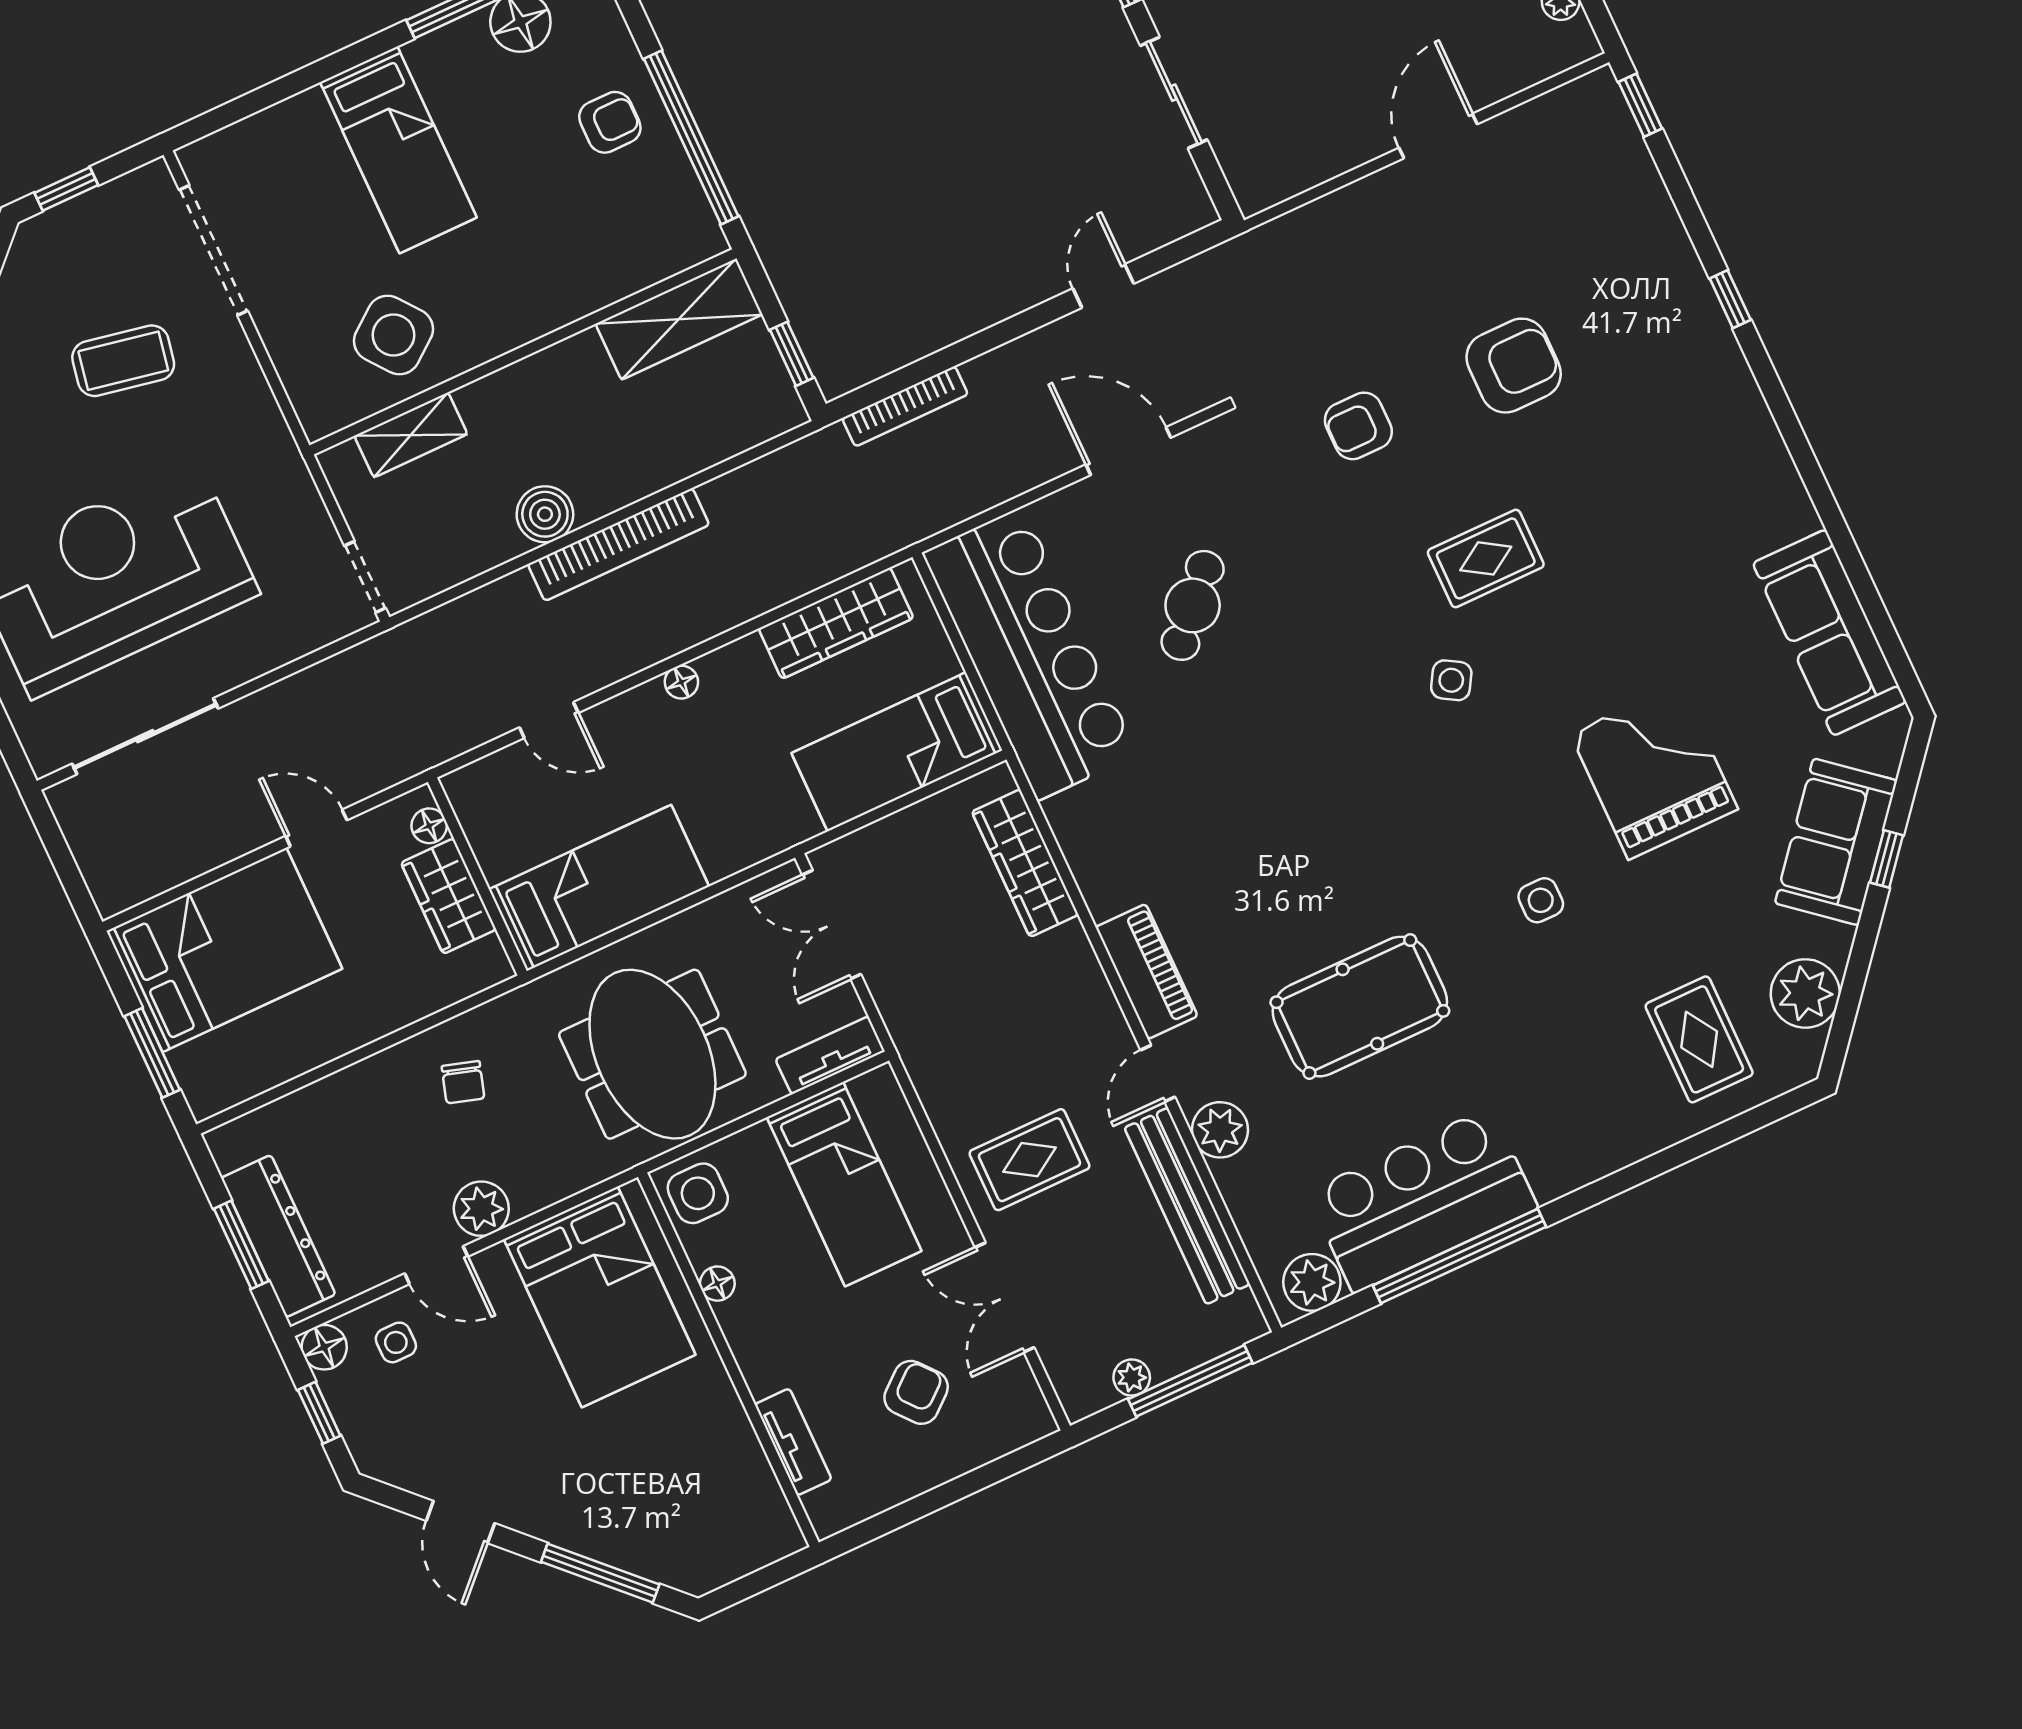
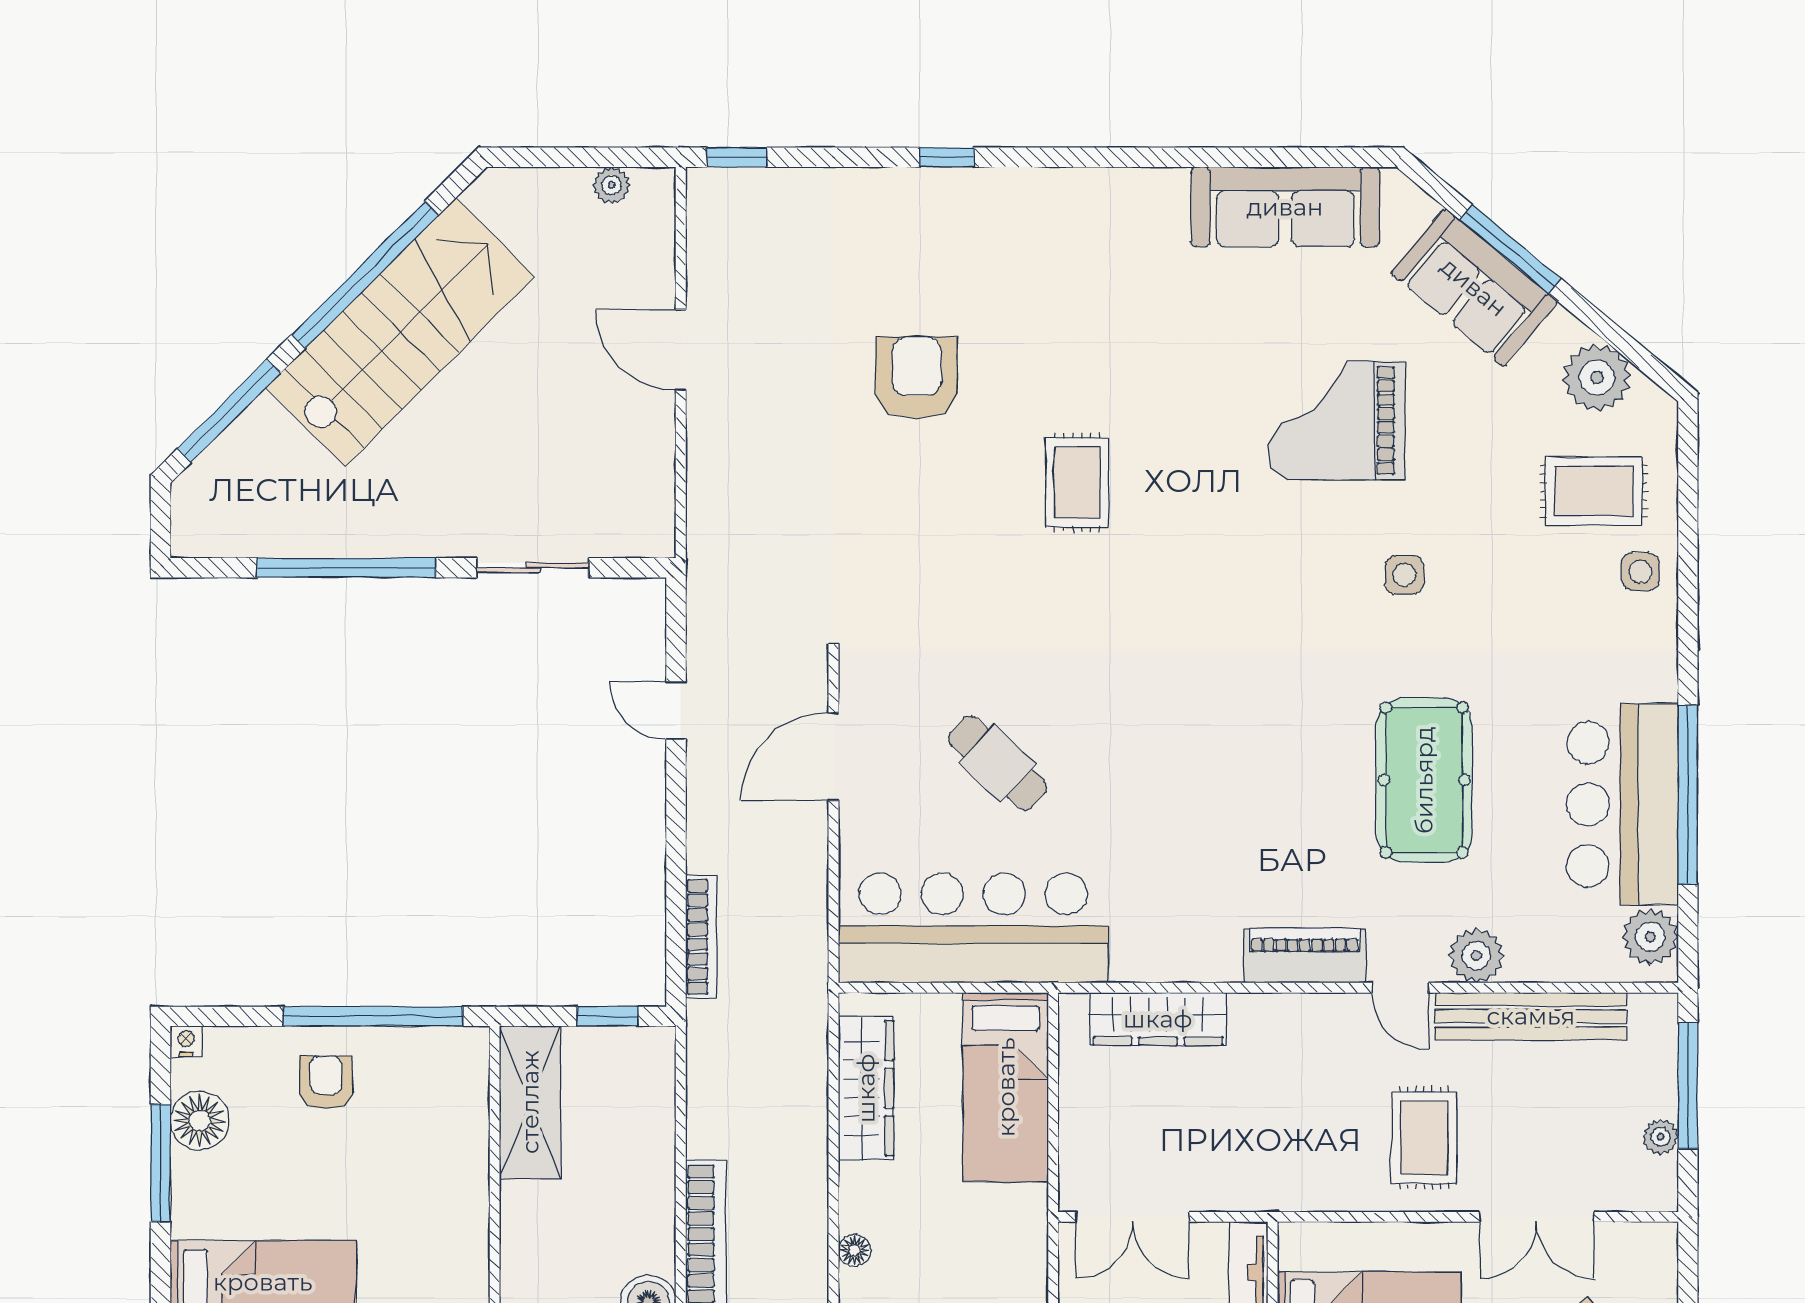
armchair: (1358, 426) -> (906, 541), removed
side table: (1451, 680) -> (1640, 572), moved, turned -31
window: (1887, 859) -> (1511, 249), width x2.17

